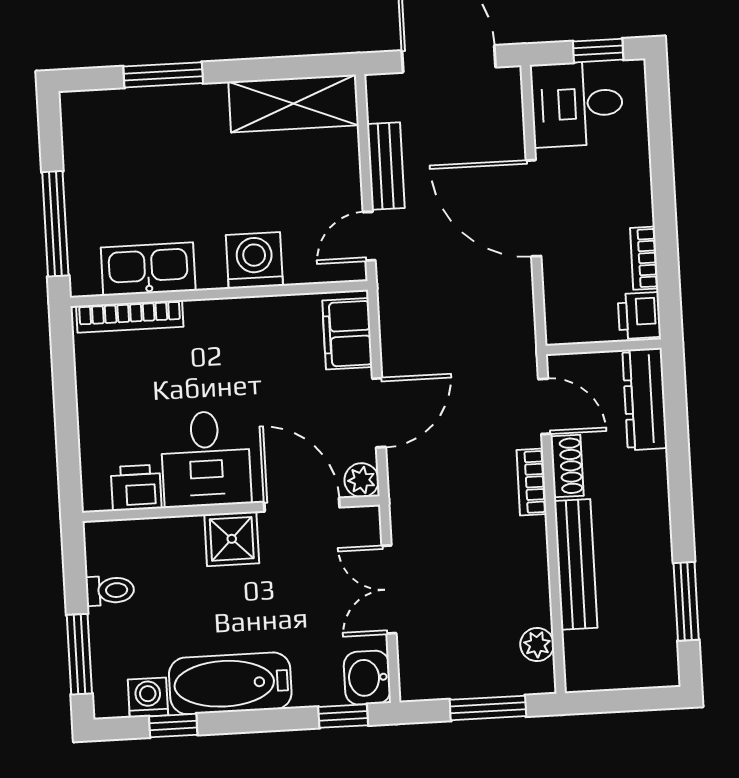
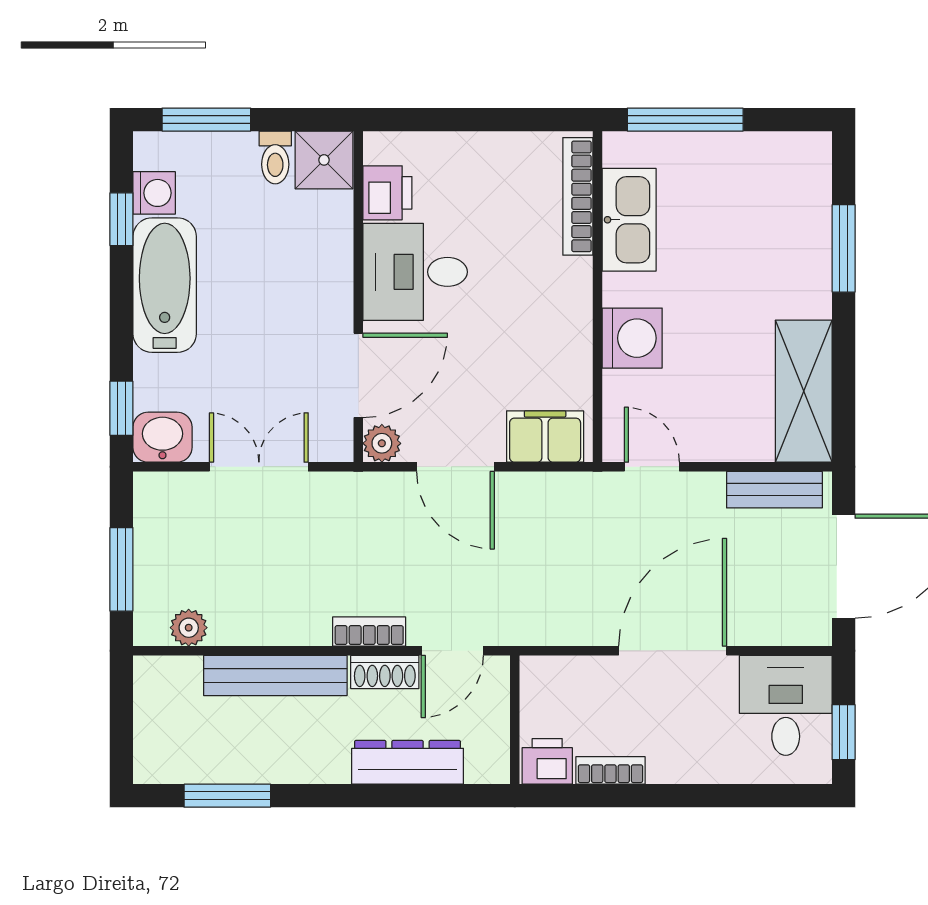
bench: (386, 166) -> (774, 490), moved
dresser: (645, 399) -> (408, 762), moved
shower: (232, 539) -> (324, 160), moved

